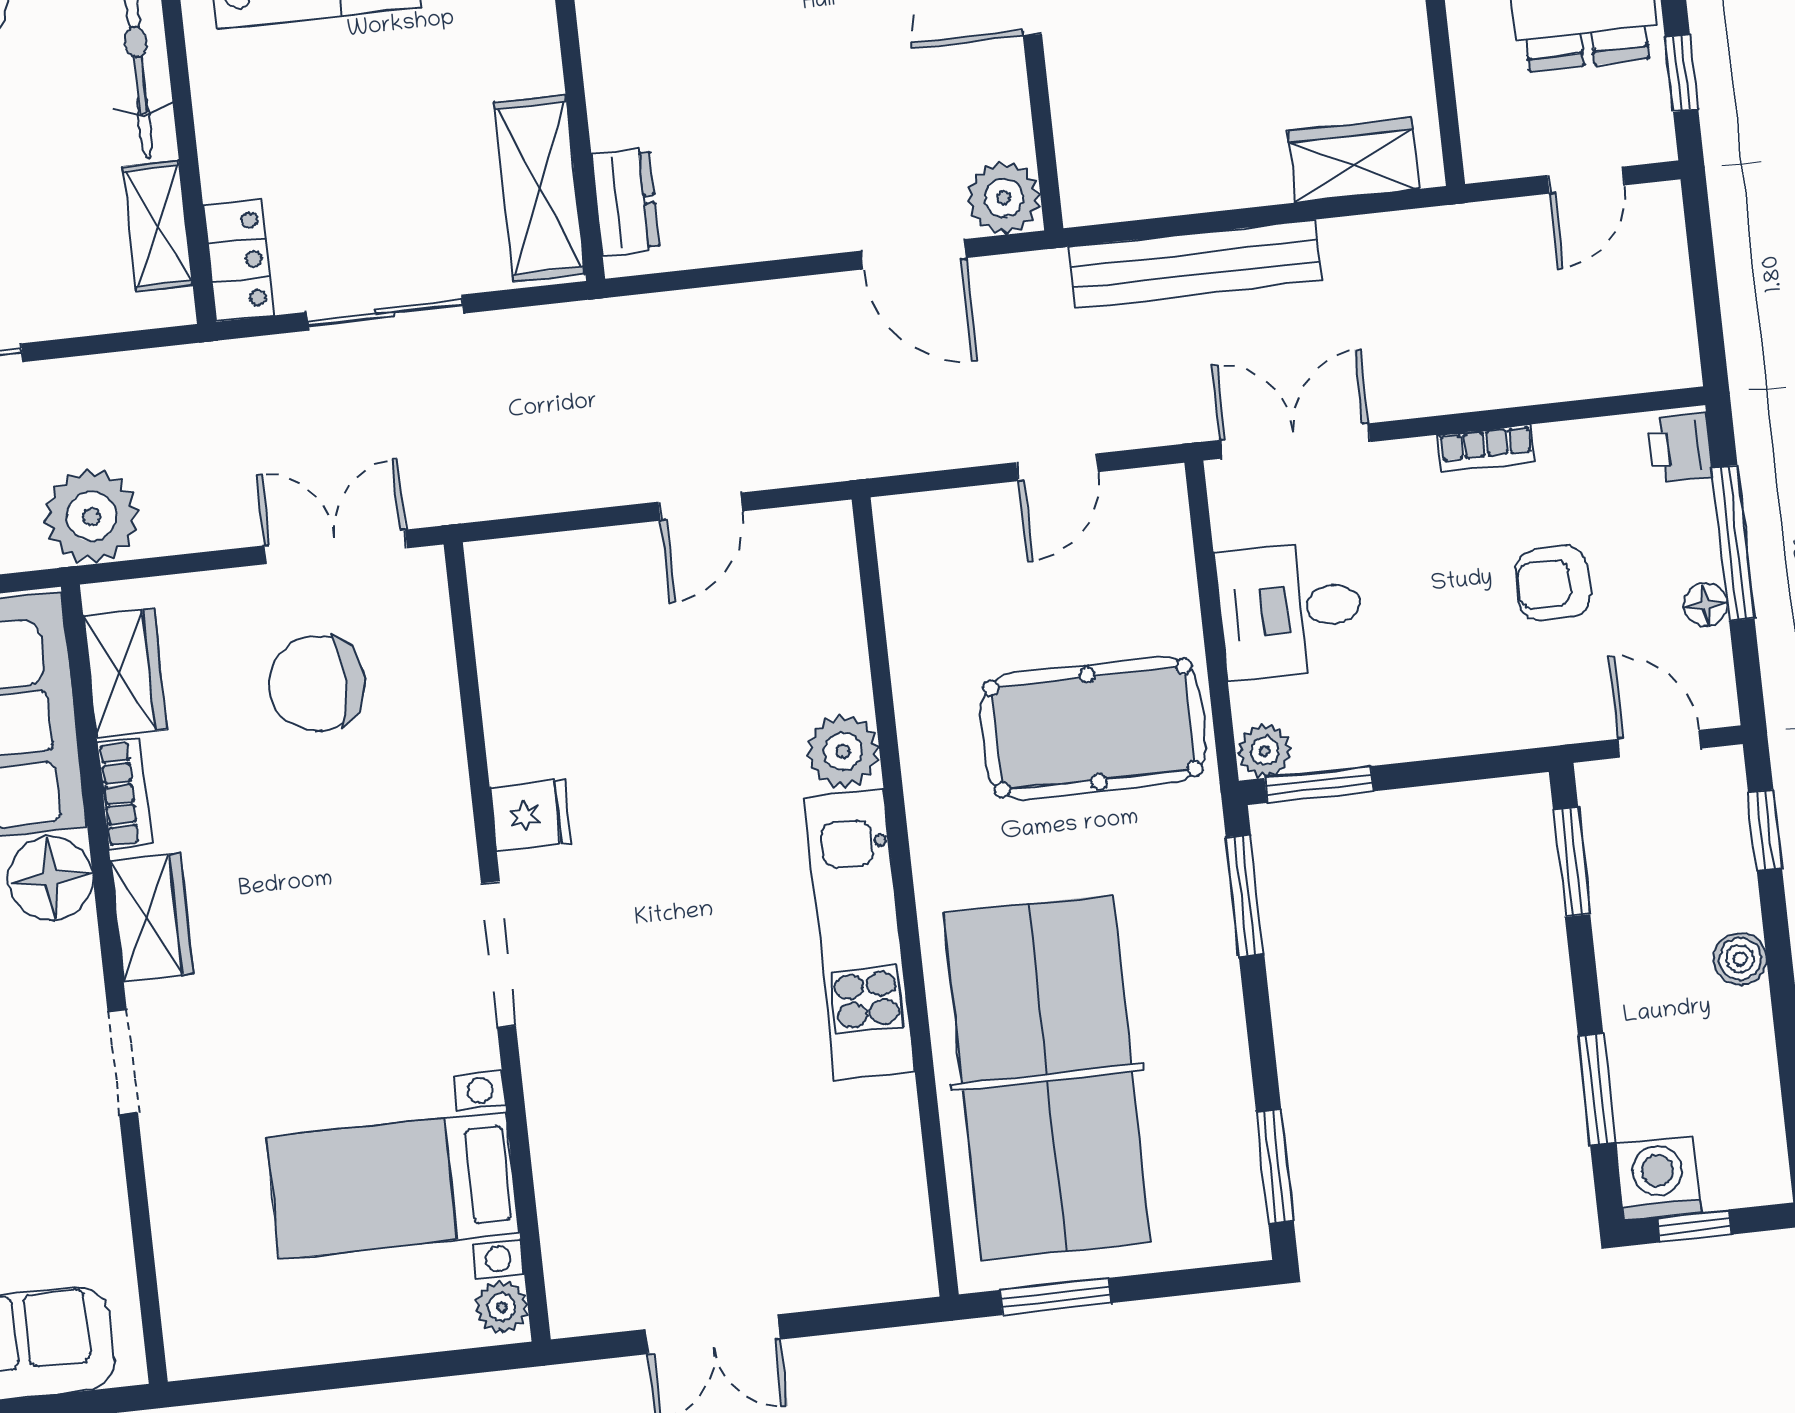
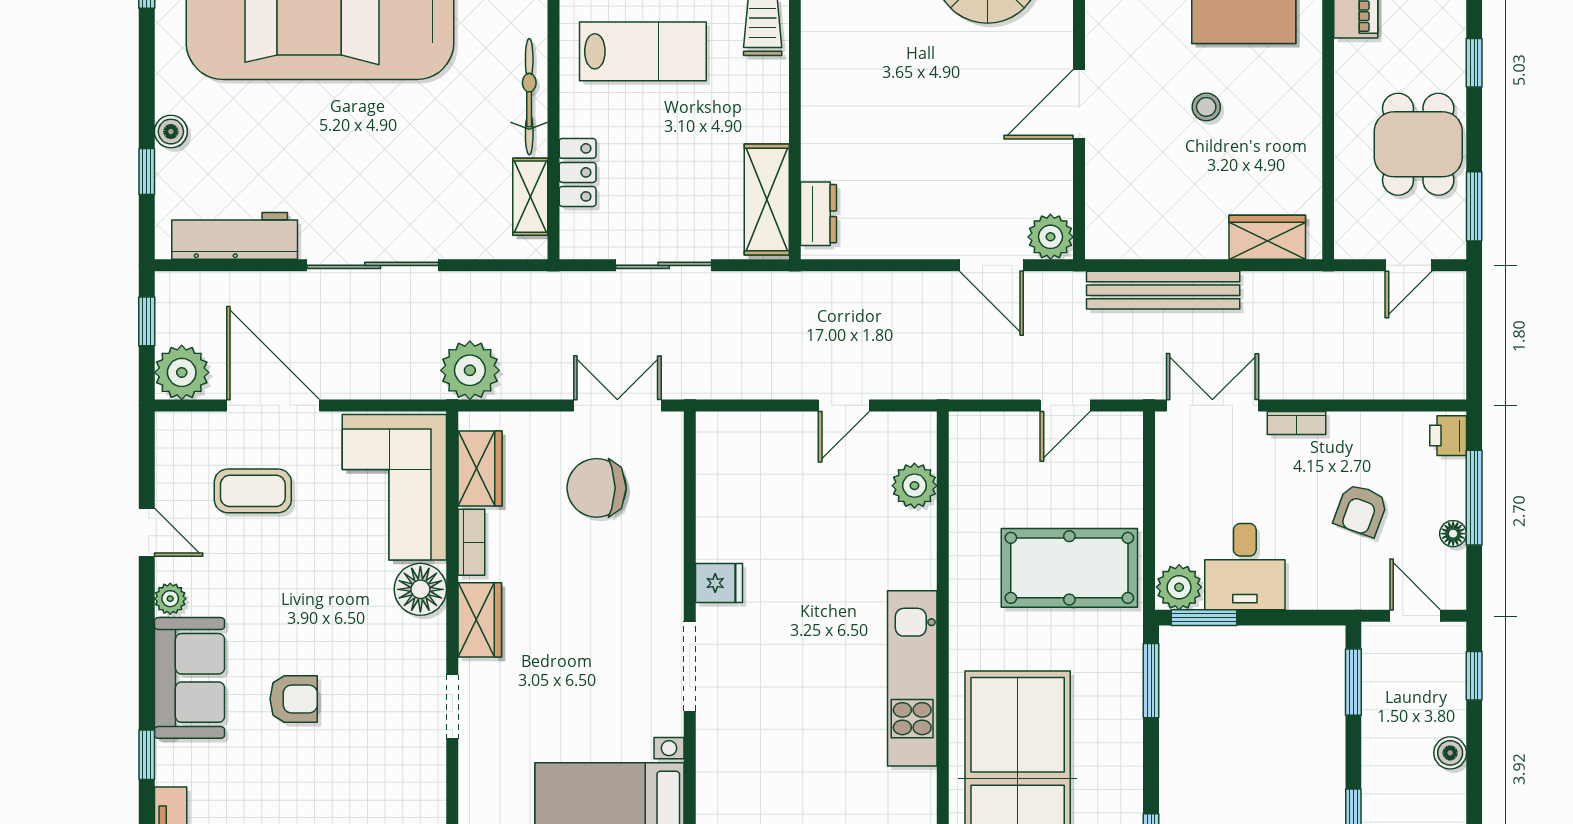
window: (1681, 73) -> (1474, 206), width x1.50
locker: (239, 260) -> (578, 172), moved
bookcase: (1486, 448) -> (1297, 423), moved
armchair: (1553, 583) -> (1361, 510), turned -70
desk: (1290, 609) -> (1245, 567), moved, turned -90
plant: (843, 751) -> (914, 486), moved
plant: (1265, 751) -> (1179, 587), width x1.38, depth x1.38

